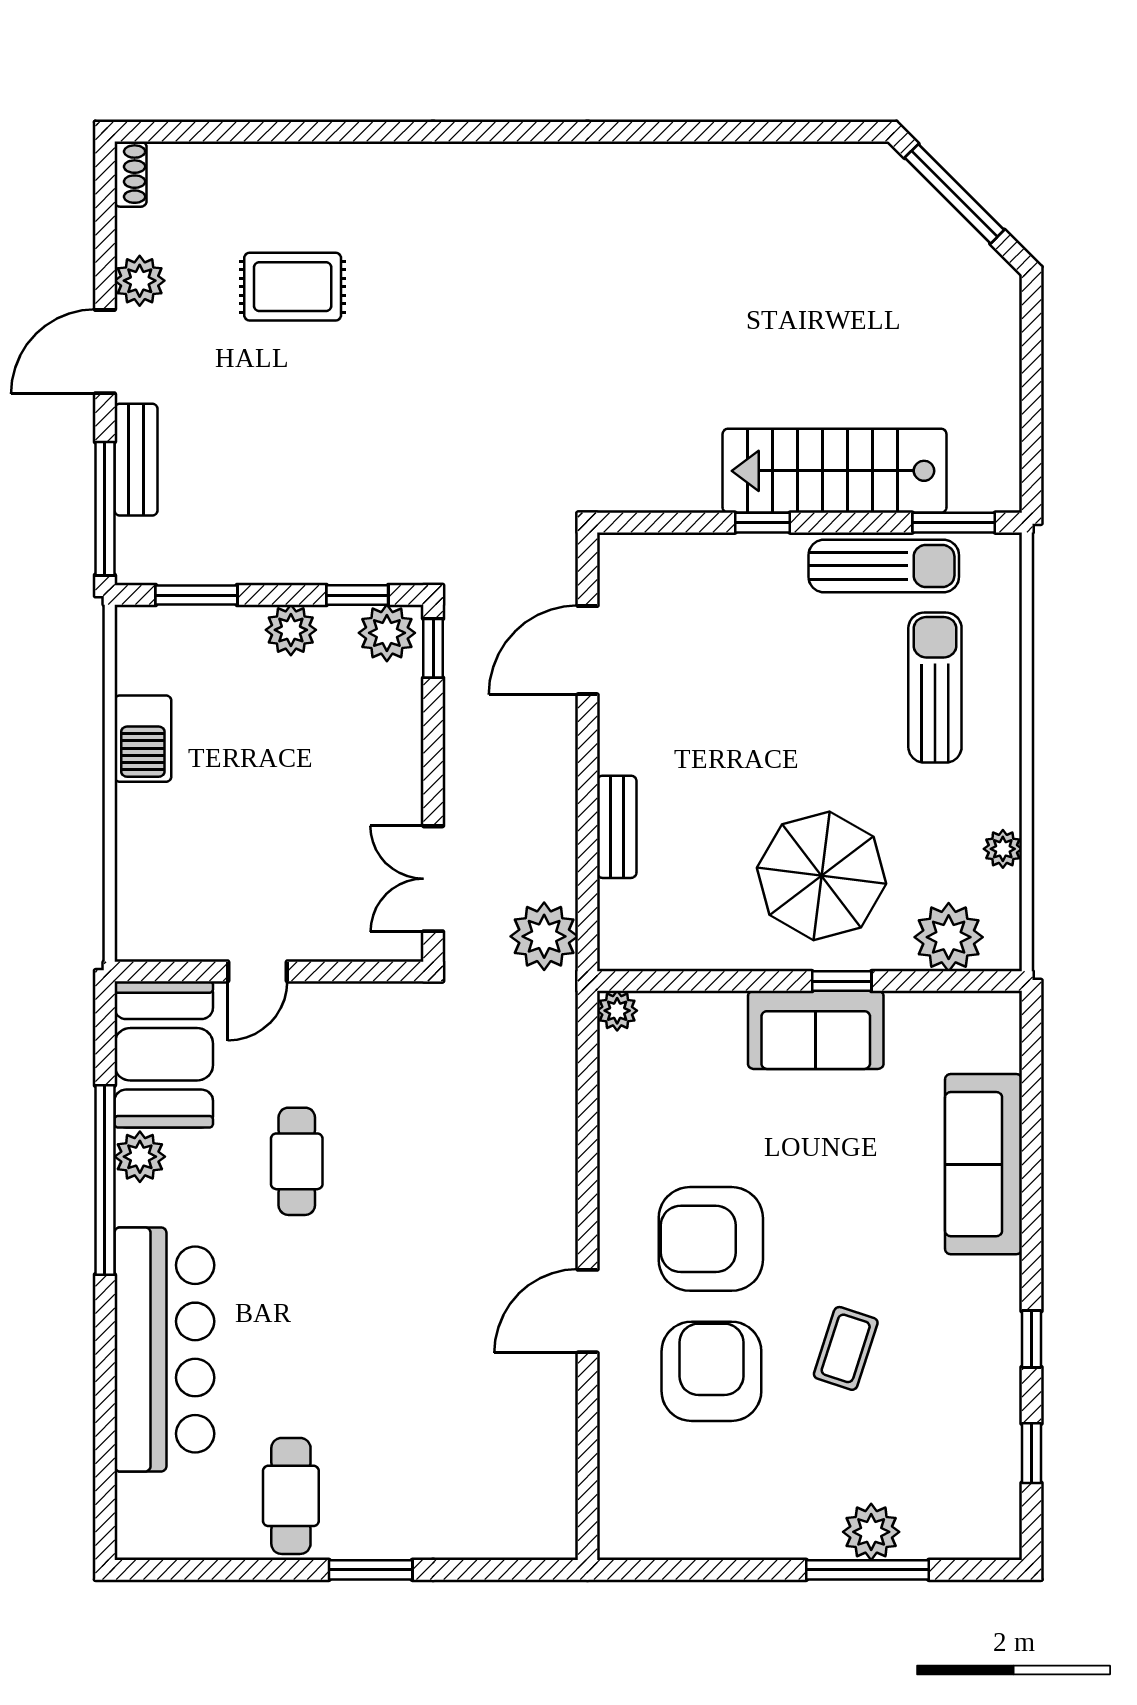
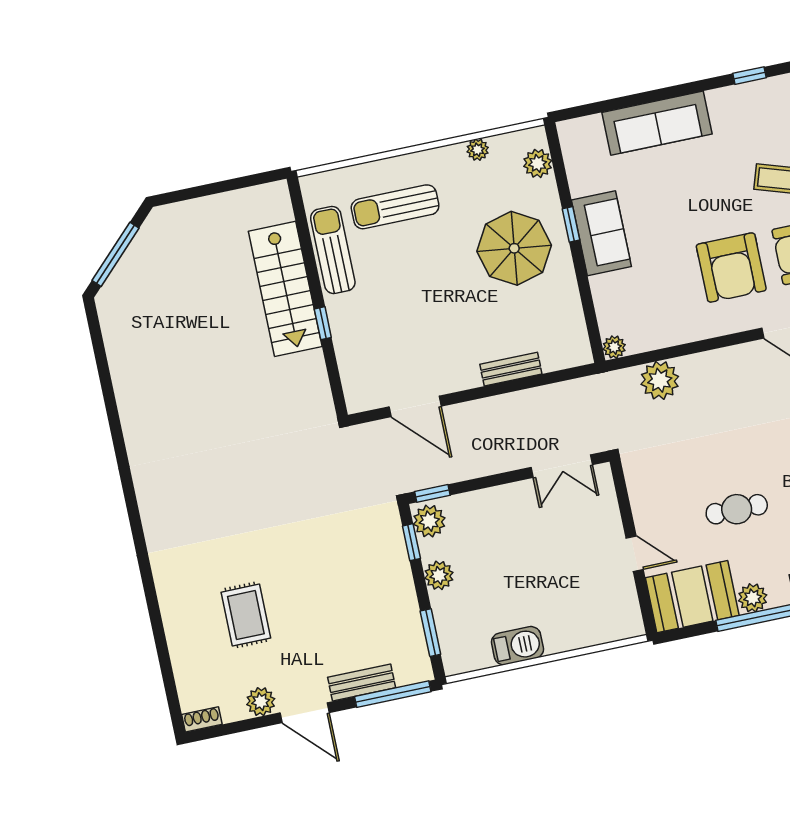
window: (954, 523) -> (300, 216), removed
plant: (544, 936) -> (660, 380), moved
plant: (949, 937) -> (538, 163), width x0.73, depth x0.73

